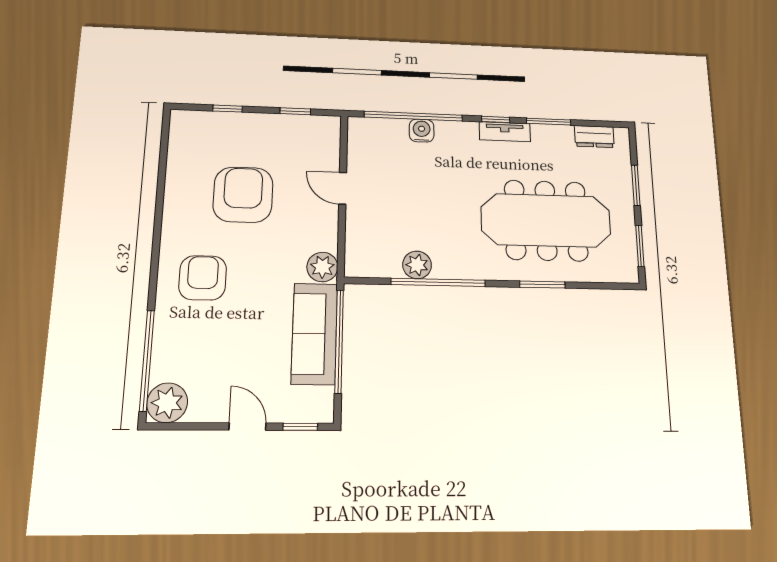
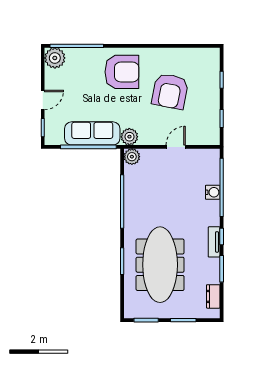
armchair: (243, 195) -> (170, 91), turned 101
plant: (417, 265) -> (132, 157), moved
armchair: (203, 278) -> (122, 72), width x1.36, depth x1.36

